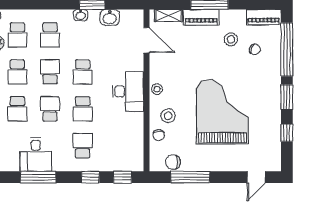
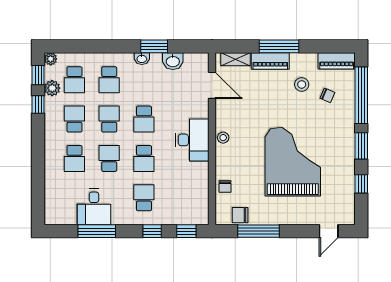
school desk: (17, 72) -> (74, 119), turned 180
stool: (168, 116) -> (235, 166), removed

